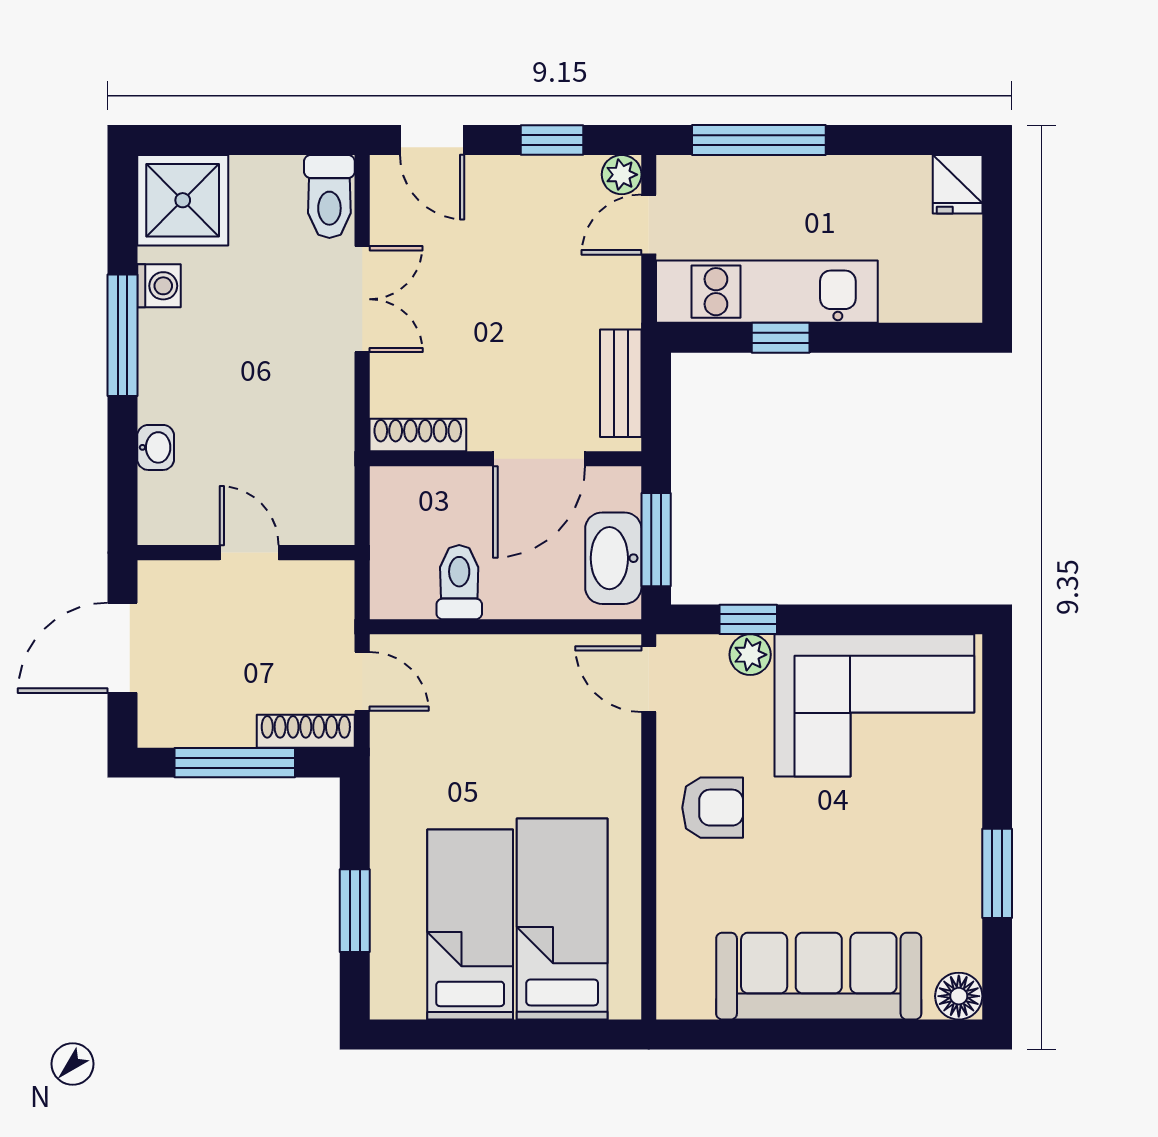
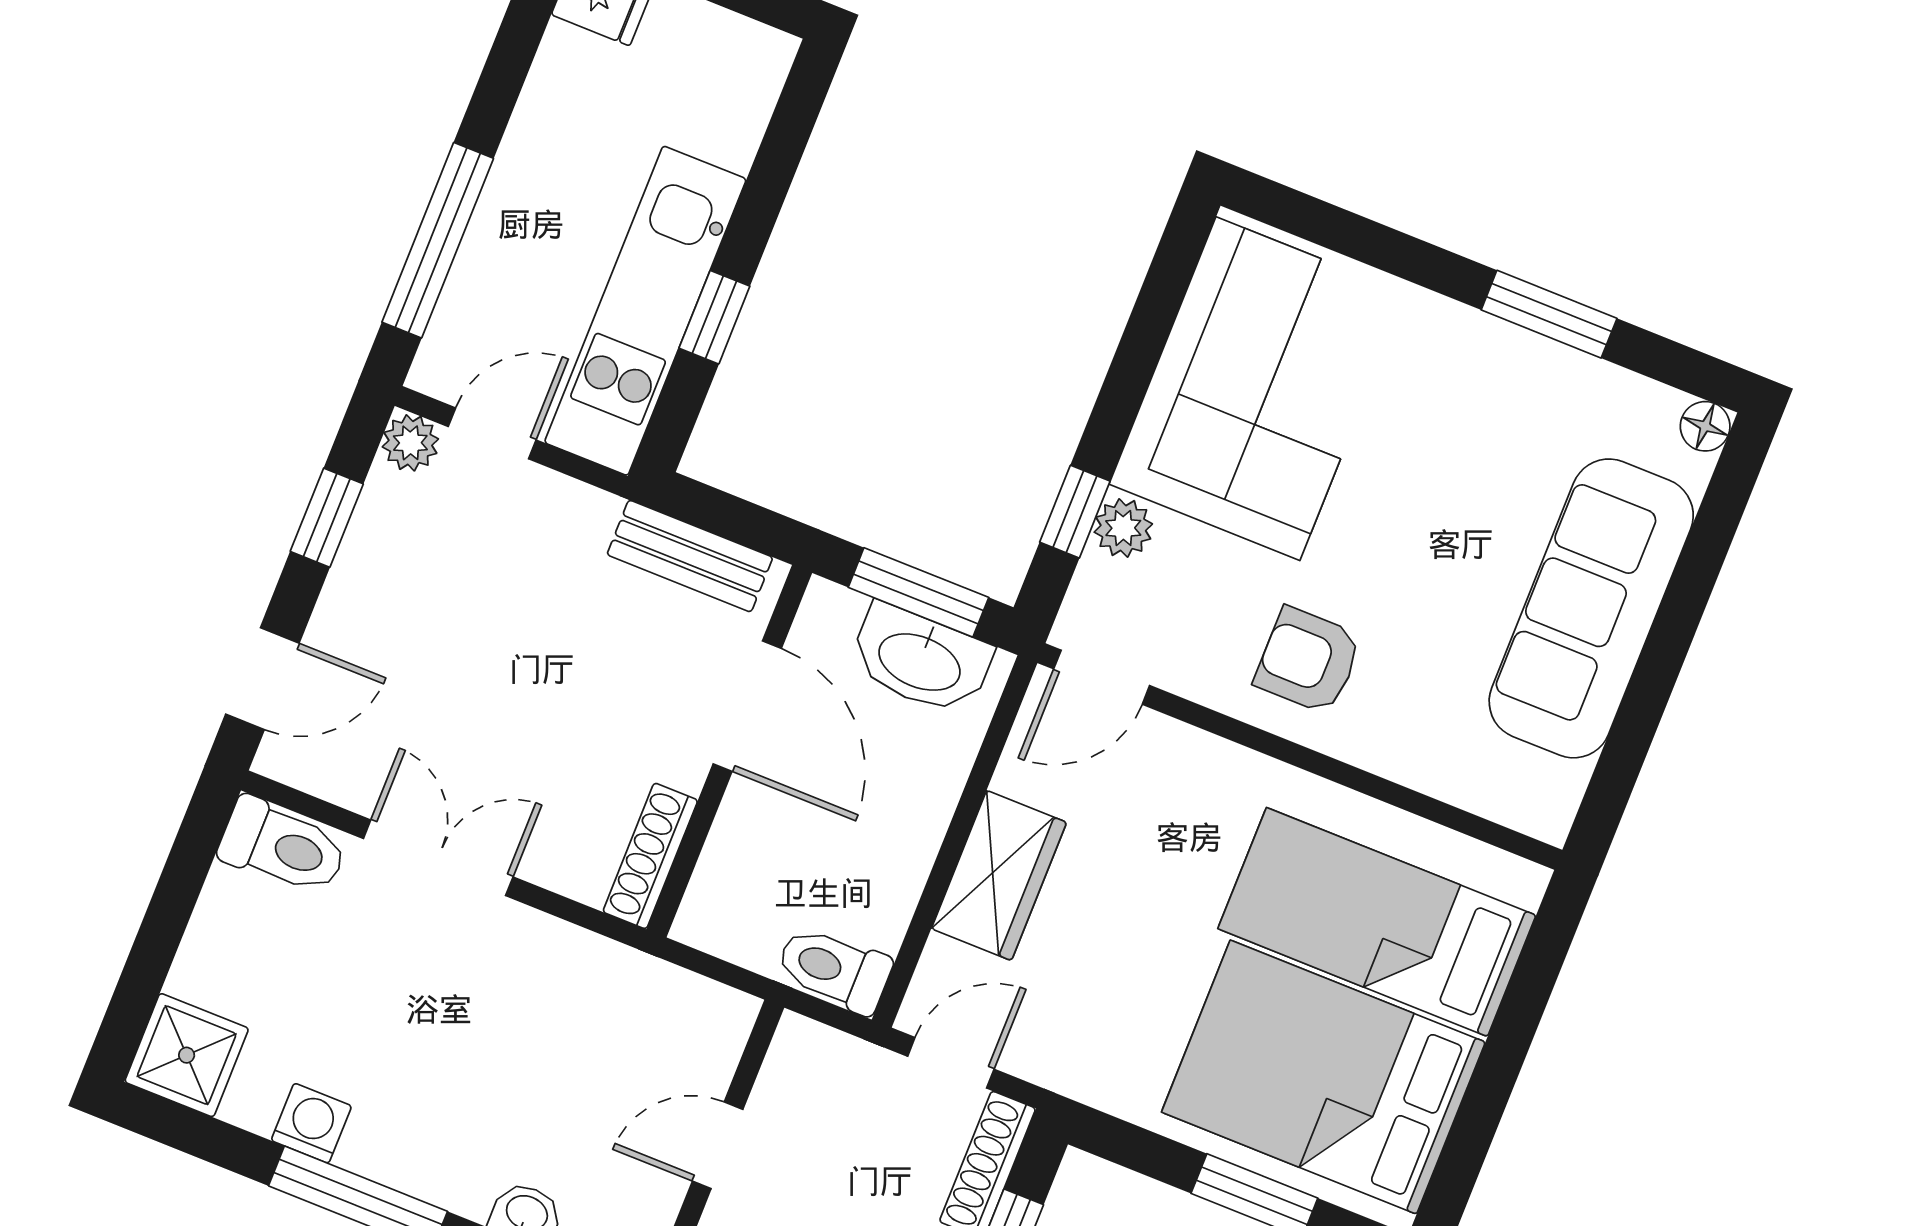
shower: (183, 200) -> (187, 1055), width x0.73, depth x0.73
door: (649, 225) -> (492, 433), swing flipped
toilet: (459, 582) -> (834, 969), moved
wardrobe: (495, 664) -> (999, 875), added
armchair: (713, 808) -> (1308, 660), turned -90
bed: (470, 924) -> (1323, 1077), width x1.50
floor lamp: (959, 996) -> (1705, 426), width x0.73, depth x0.73

